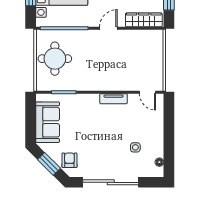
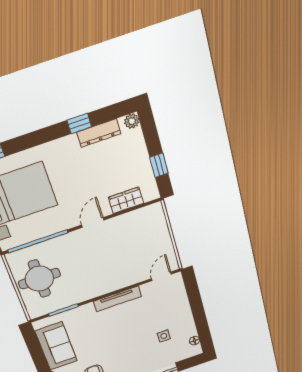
wardrobe: (144, 20) -> (126, 200), width x0.67
door: (147, 92) -> (161, 276), swing flipped
tv unit: (114, 99) -> (117, 299), width x1.41

